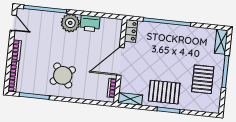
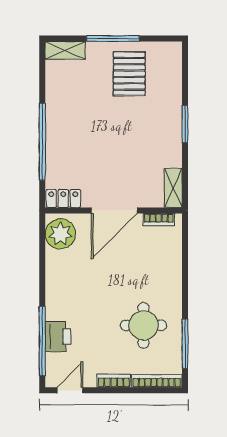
plant: (70, 23) -> (60, 234), moved
printer: (90, 23) -> (58, 337), moved
door: (120, 61) -> (114, 210), hinge flipped
round table: (63, 75) -> (143, 325), moved, turned 37
pallet: (203, 79) -> (129, 74), turned 90
pallet: (164, 92) -> (156, 134), removed

